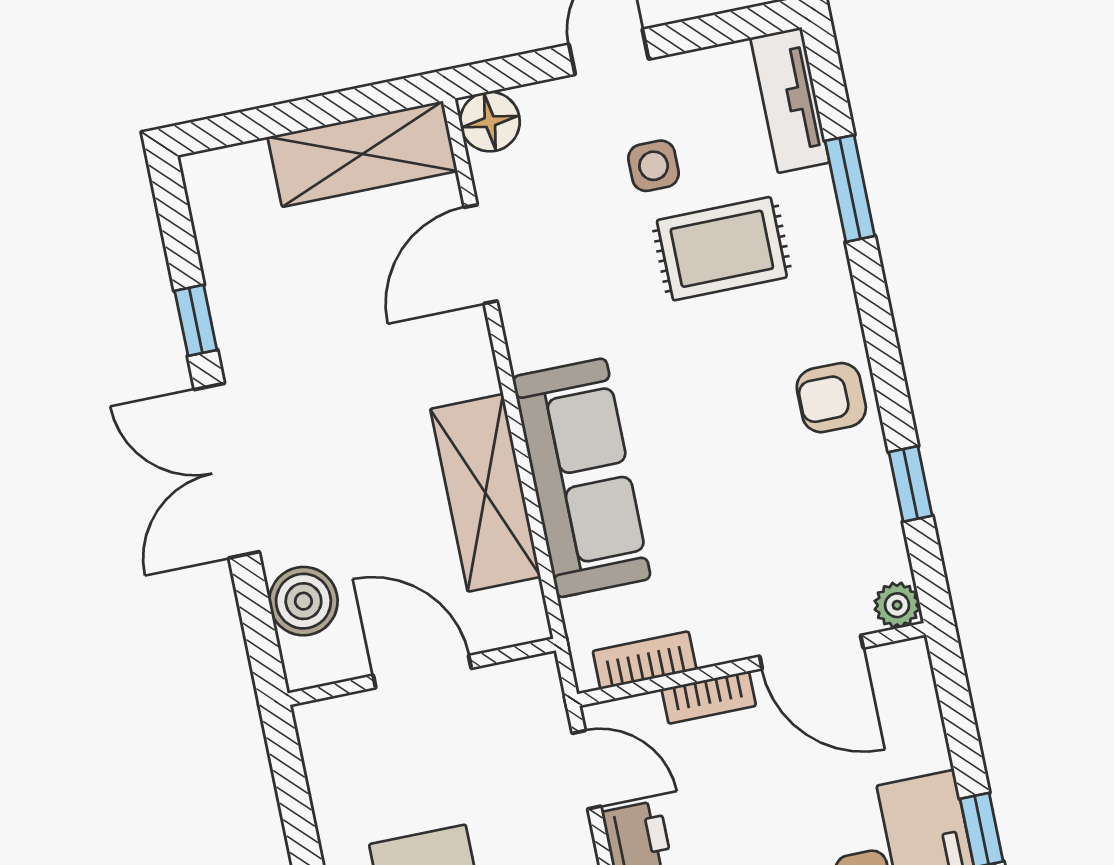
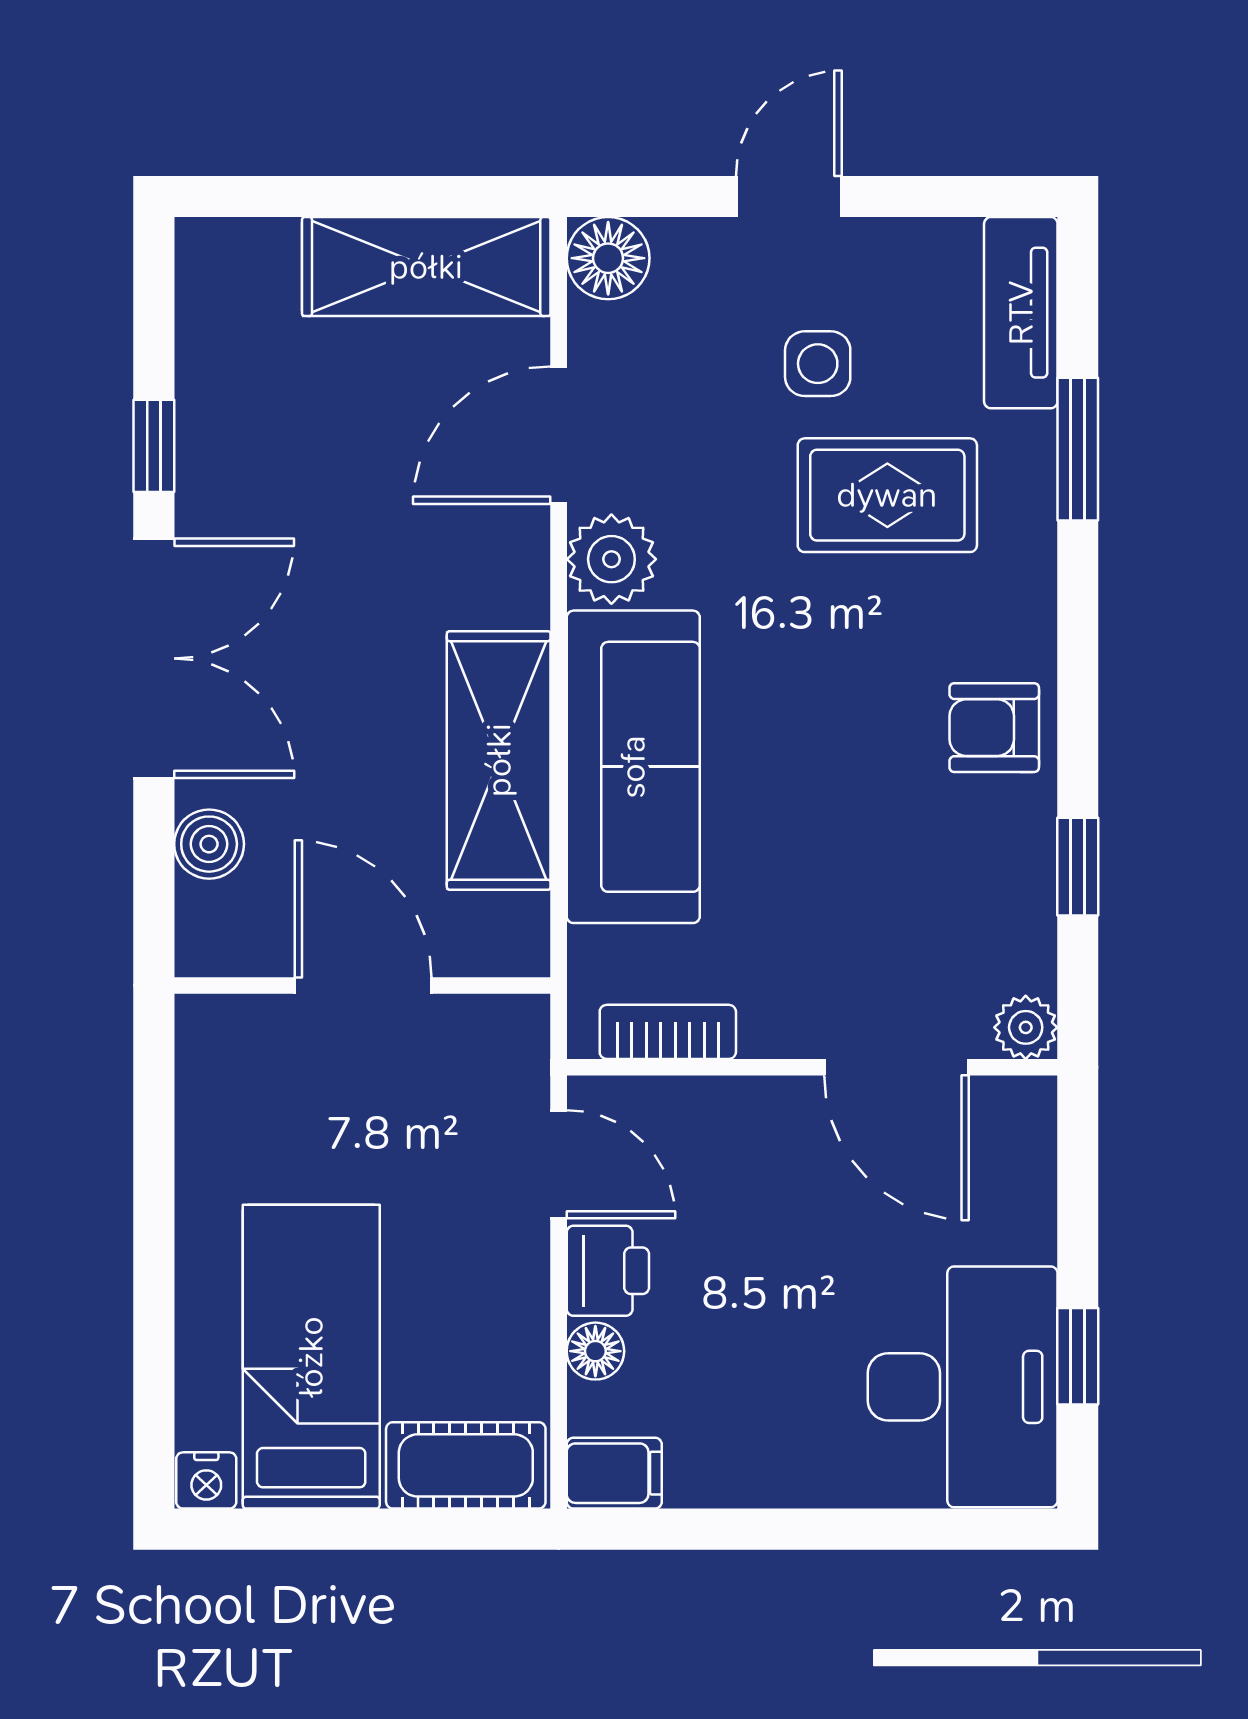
plant: (536, 334) -> (611, 559), added
double door: (227, 471) -> (154, 658), swing flipped
boiler: (303, 601) -> (209, 844), width x0.73, depth x0.73
bookcase: (709, 697) -> (745, 1100), removed

